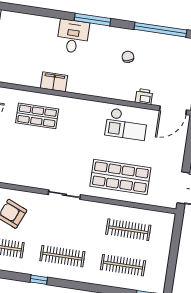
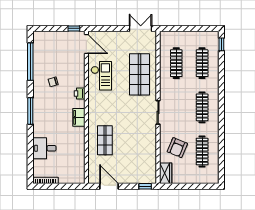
desk: (73, 36) -> (44, 148), moved
filing cabinet: (54, 82) -> (79, 117), moved
printer: (144, 96) -> (80, 94), moved
window: (39, 280) -> (221, 122), removed

